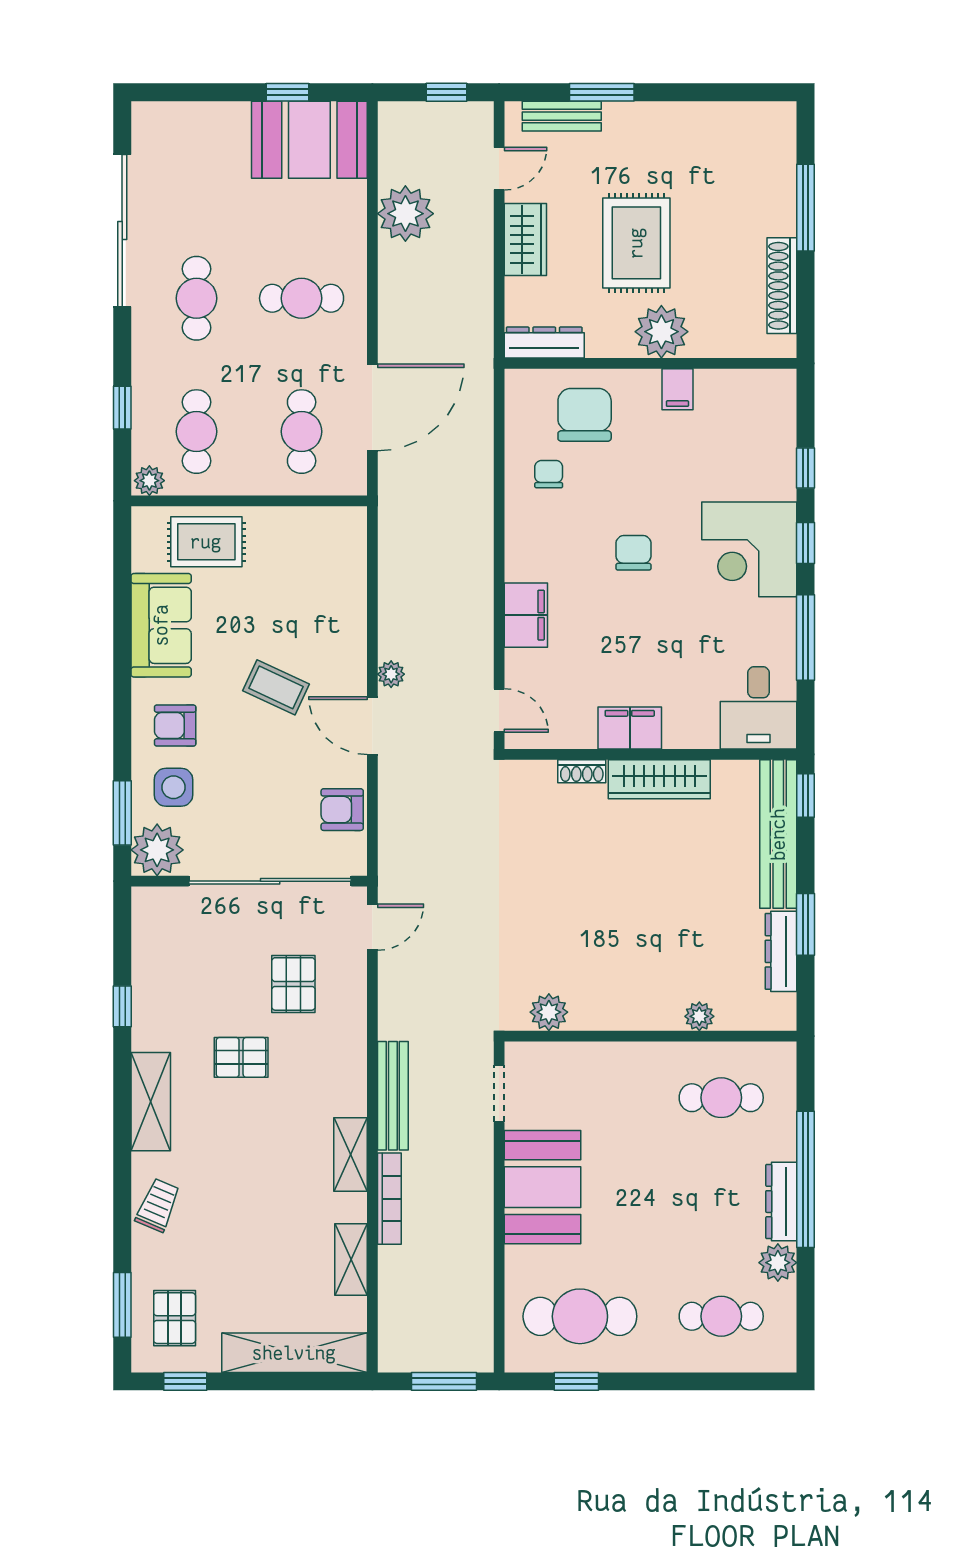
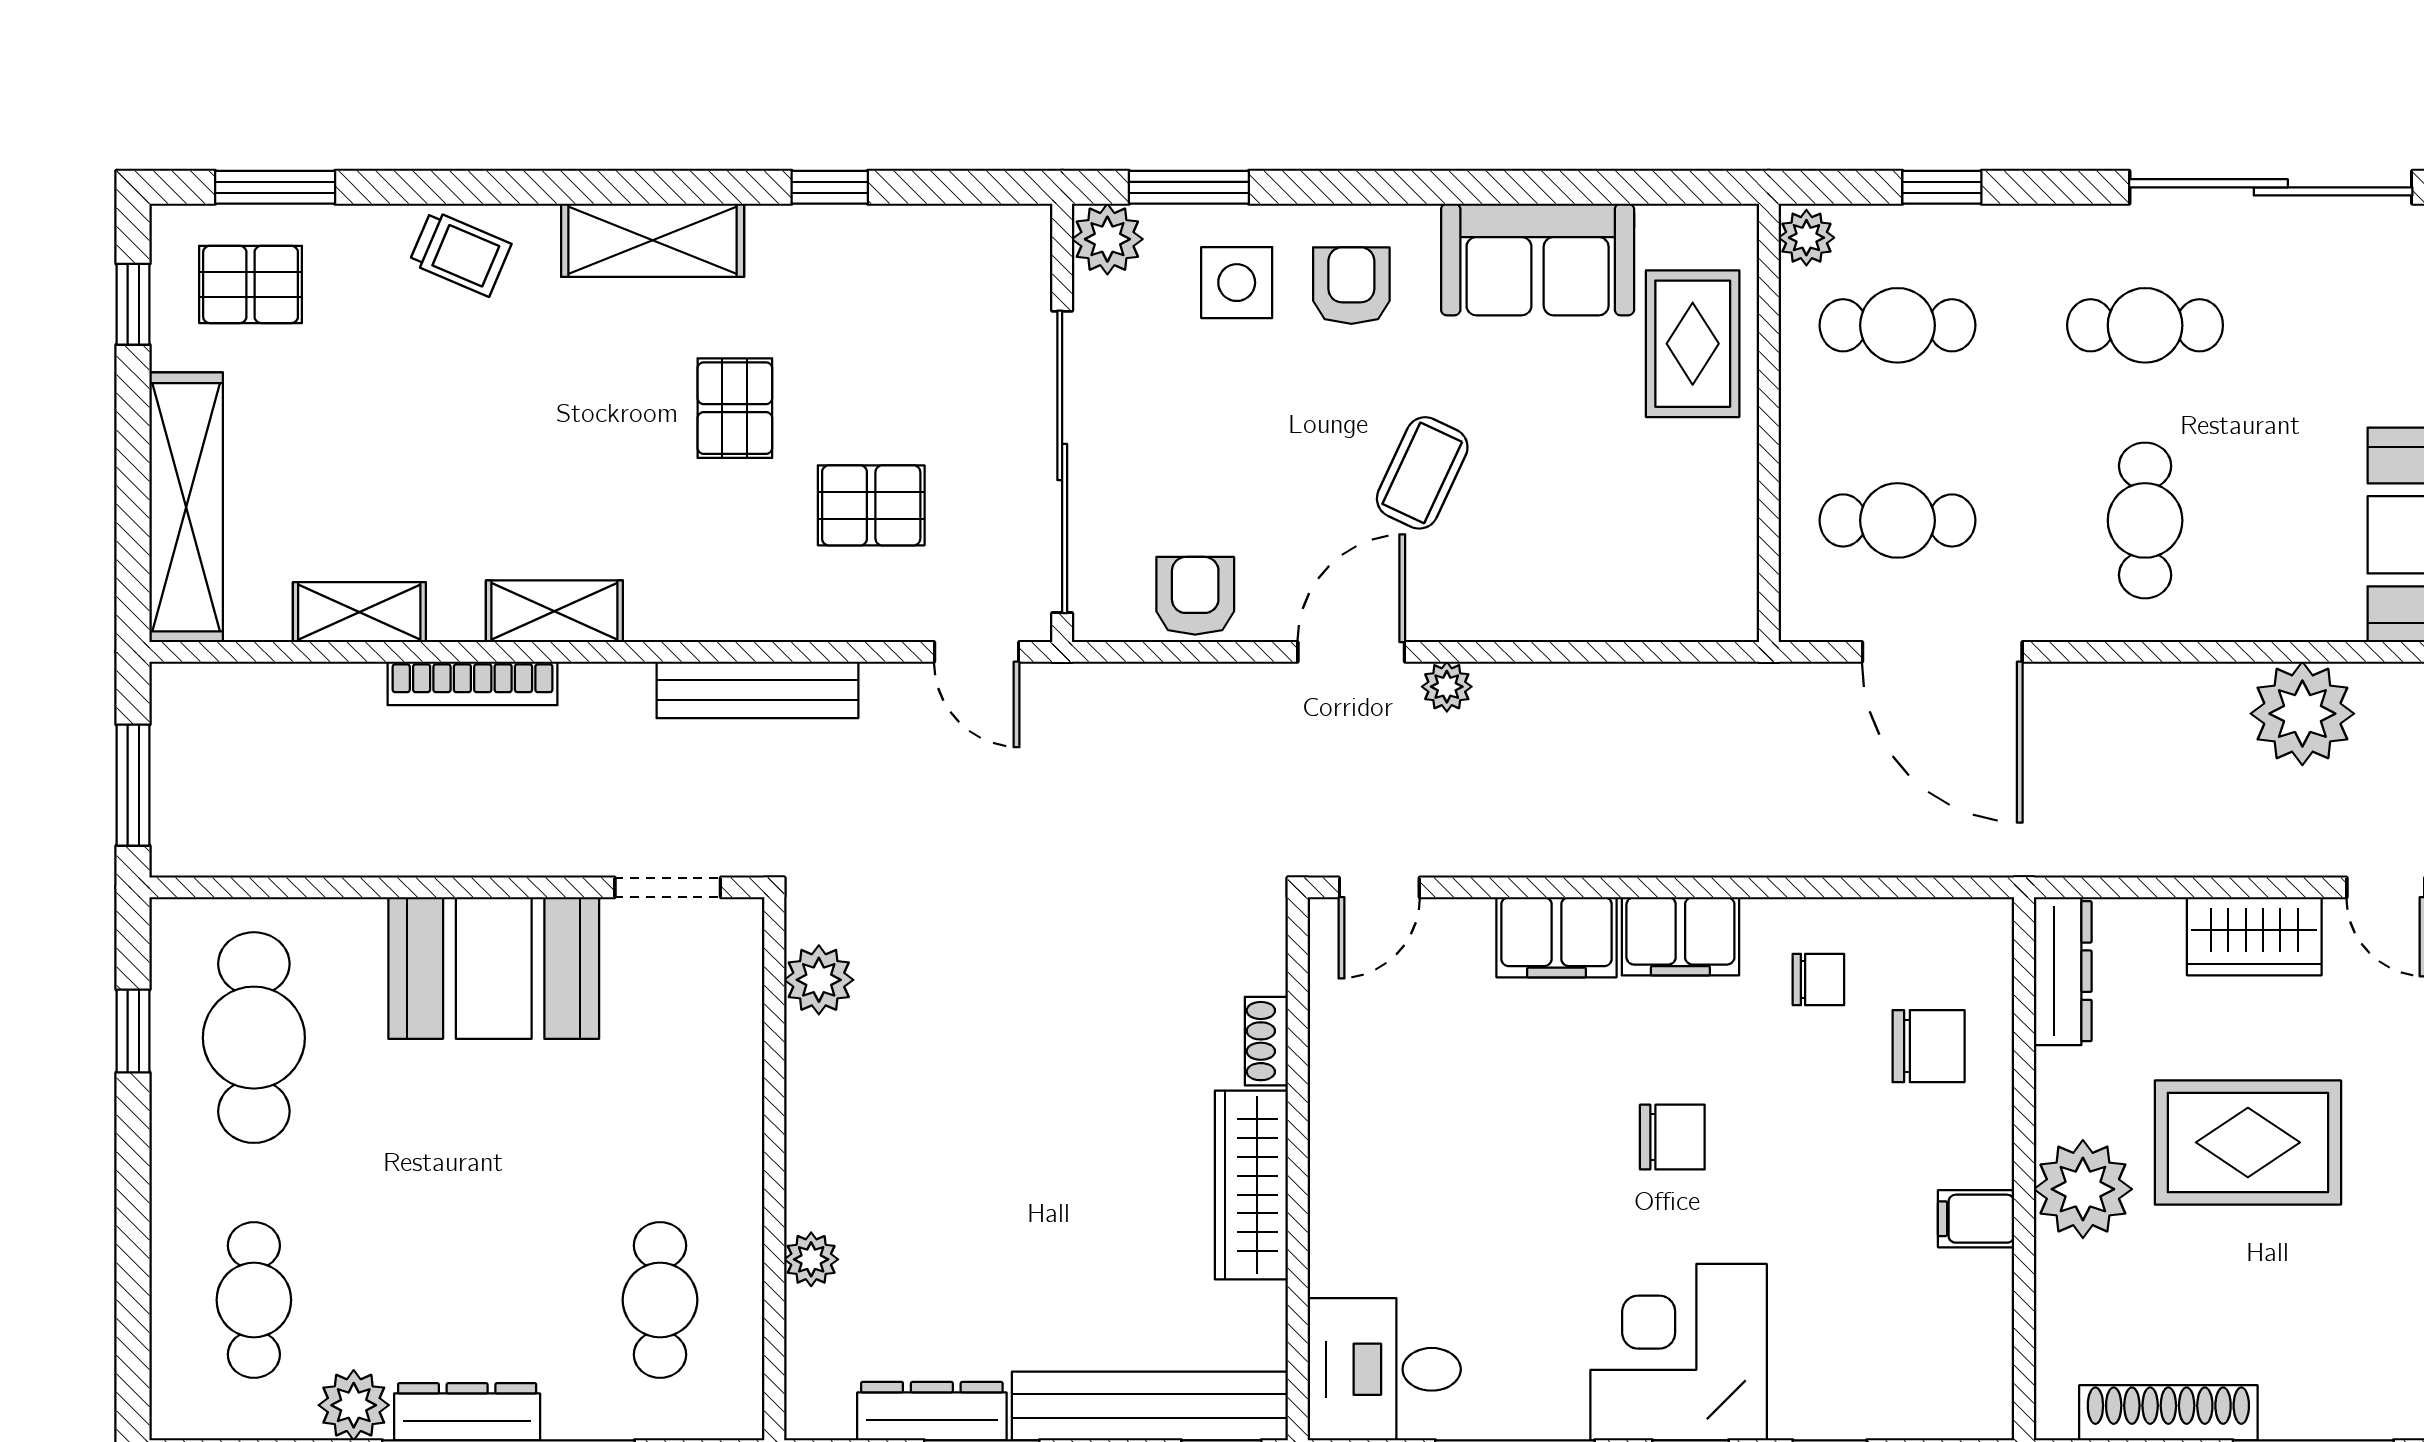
chair: (585, 415) -> (1929, 1046), width x0.73, depth x0.73
filing cabinet: (630, 728) -> (1680, 936), moved, turned 90
plant: (157, 850) -> (1107, 239), width x0.73, depth x0.73
bench: (393, 1096) -> (757, 690), moved

